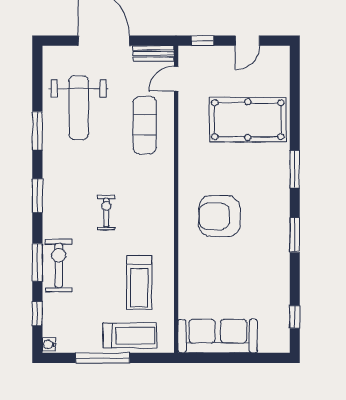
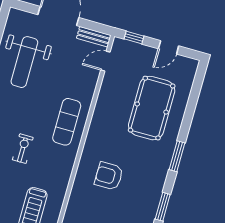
pool table: (248, 120) -> (152, 108), turned 90
exercise mat: (145, 125) -> (67, 122), moved
armchair: (219, 216) -> (109, 176), width x0.73, depth x0.73

